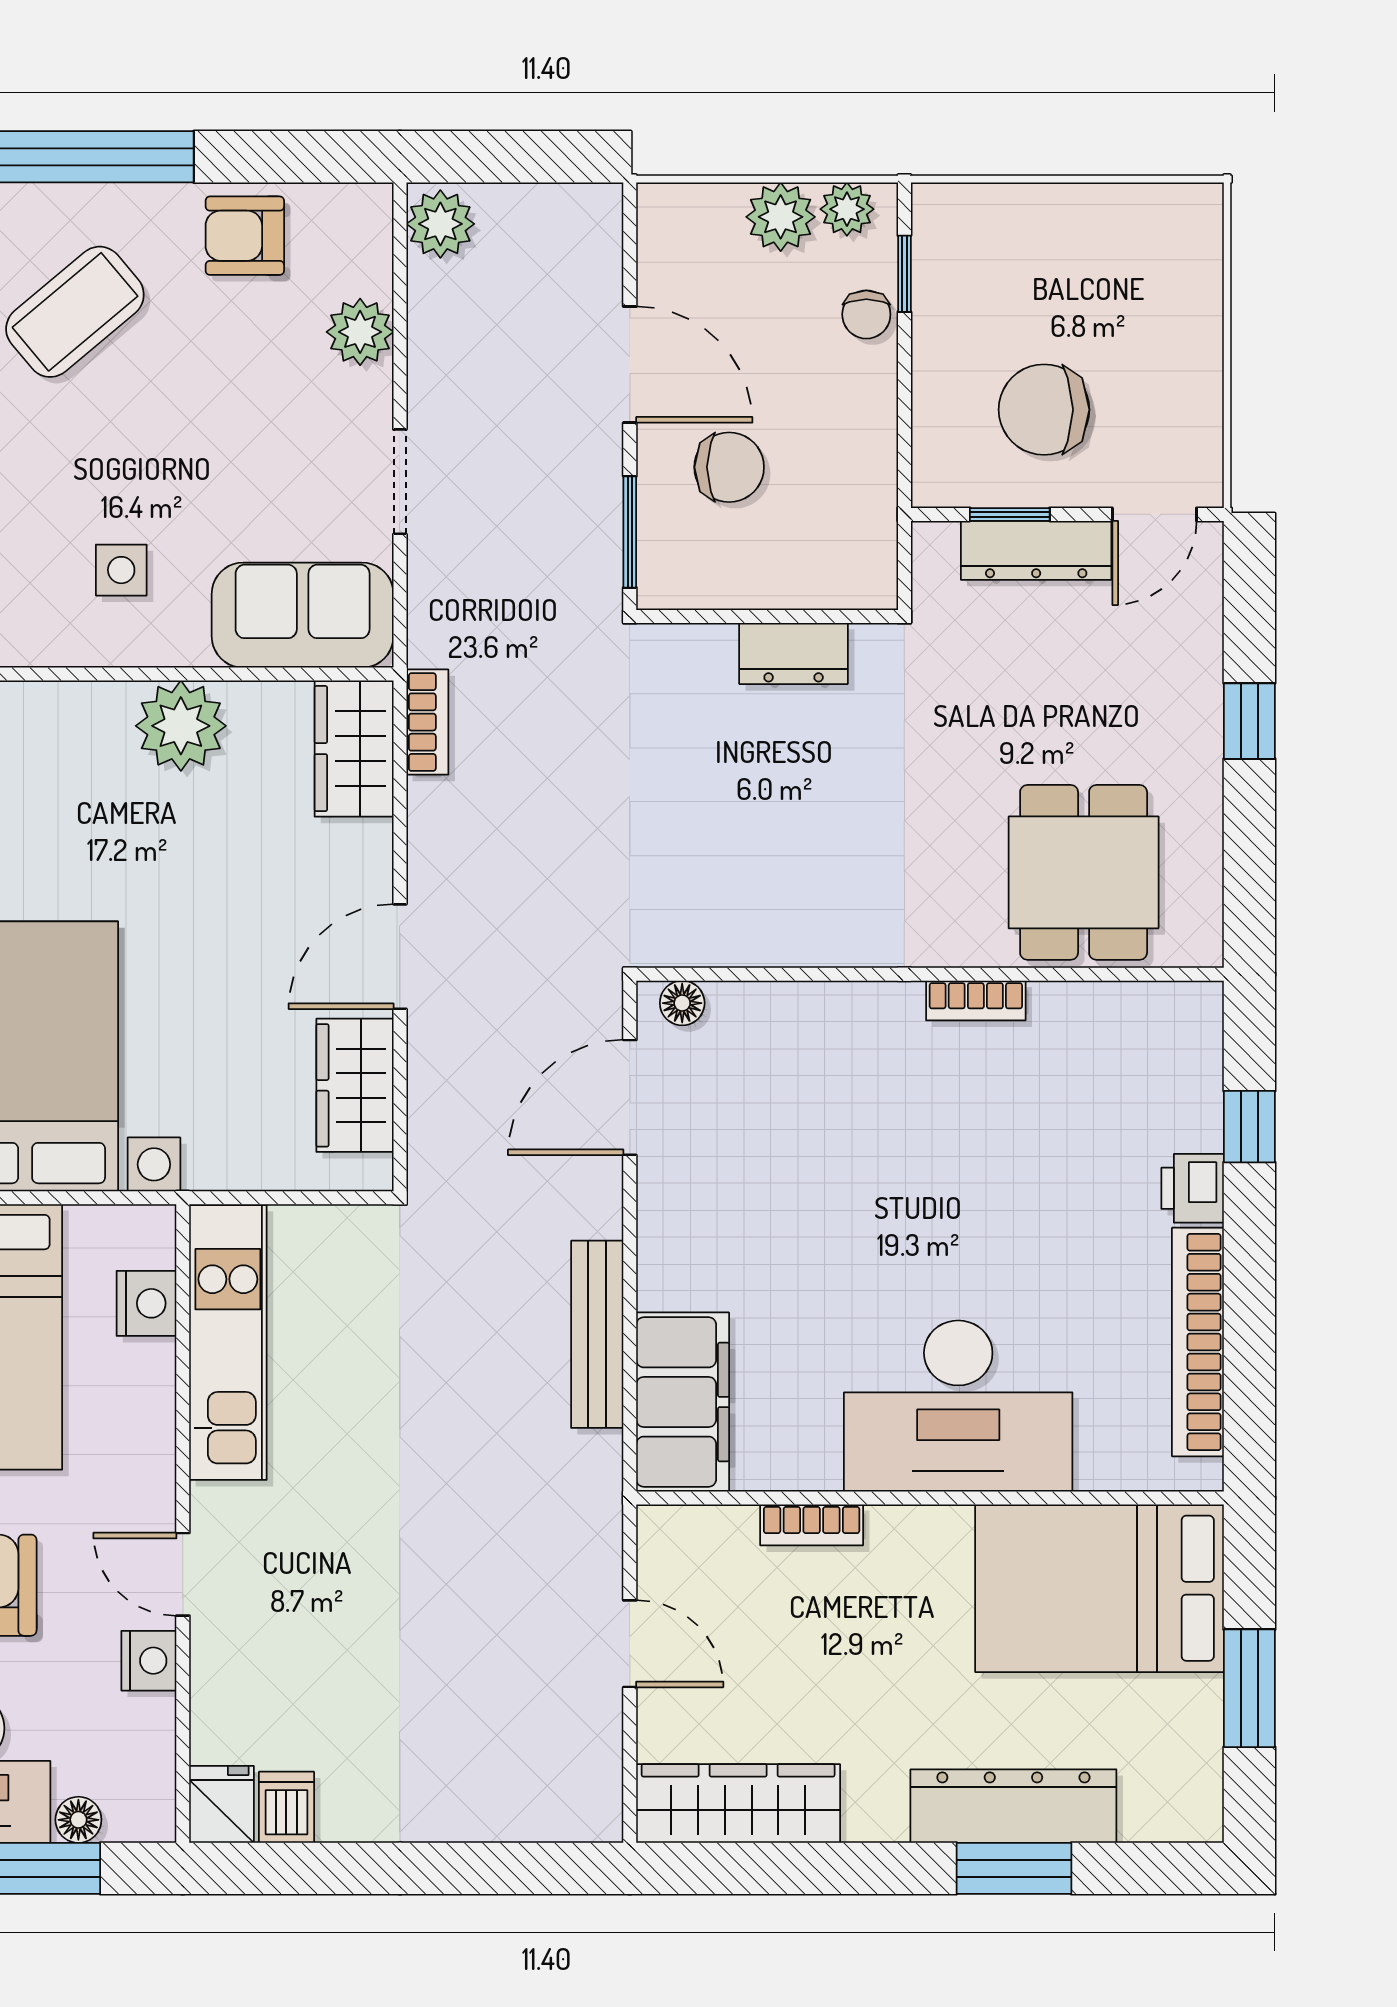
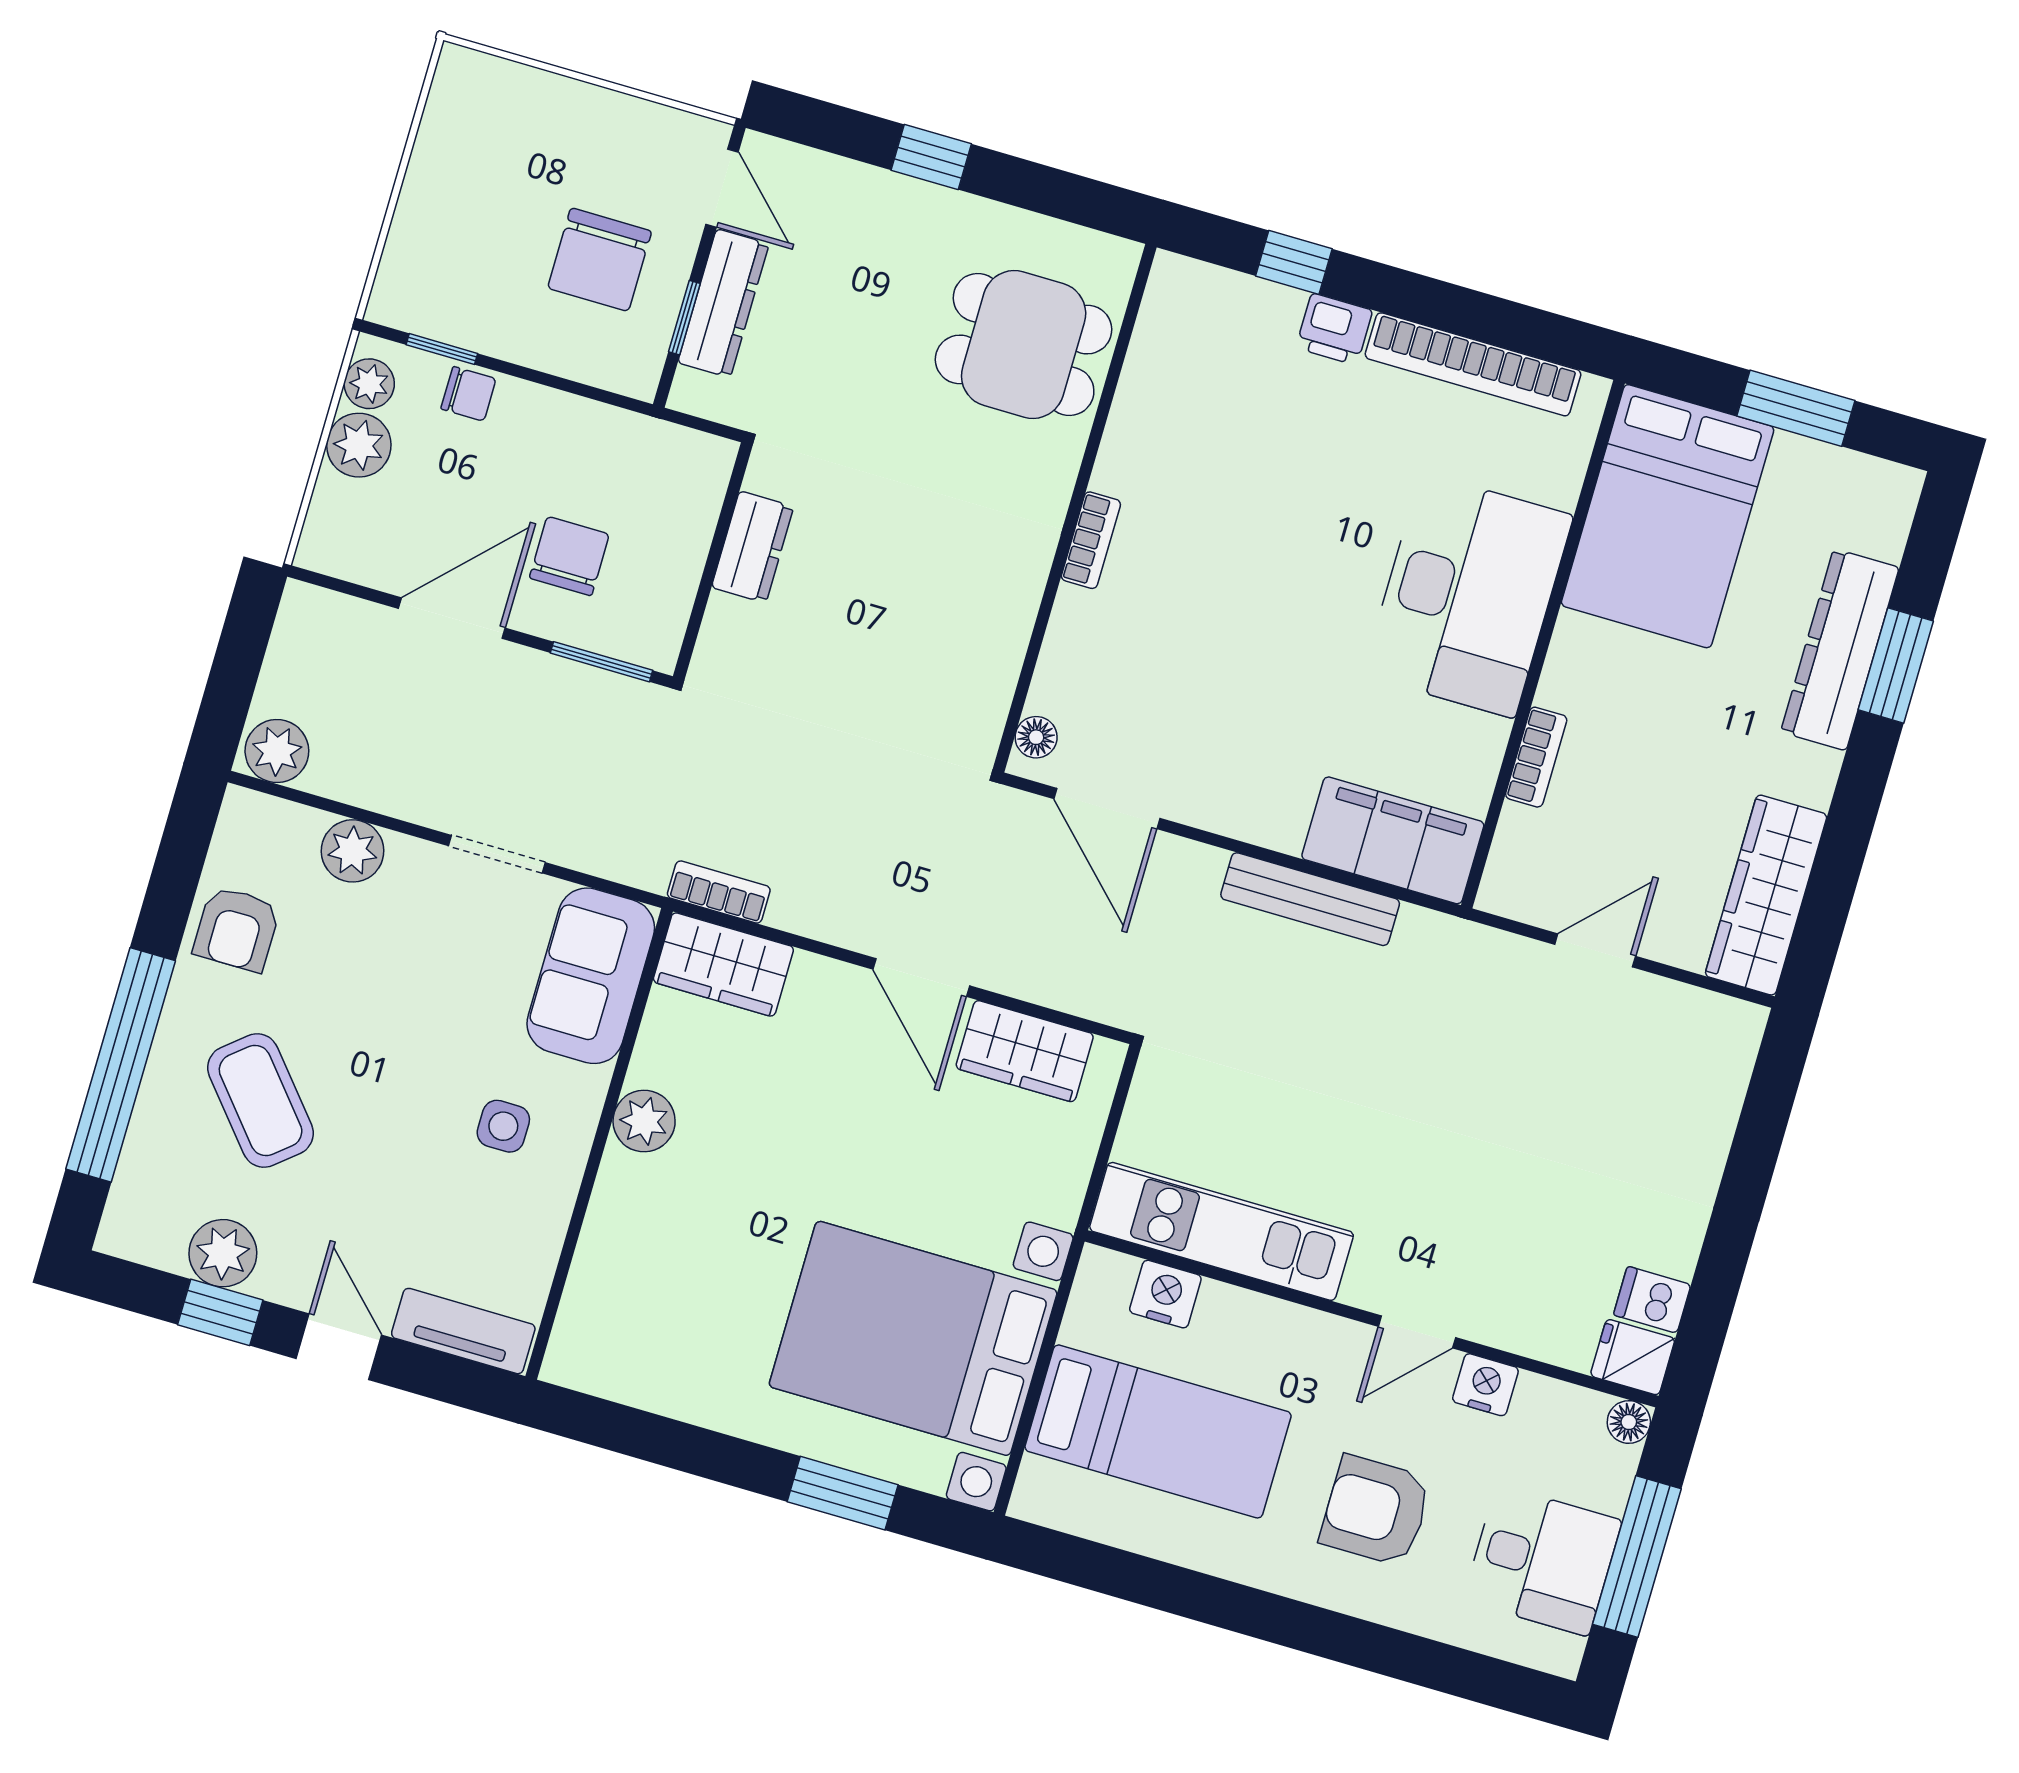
plant: (181, 726) -> (644, 1121), width x0.73, depth x0.73
bookcase: (976, 1001) -> (1091, 540), moved
floor lamp: (78, 1820) -> (1629, 1422), moved

